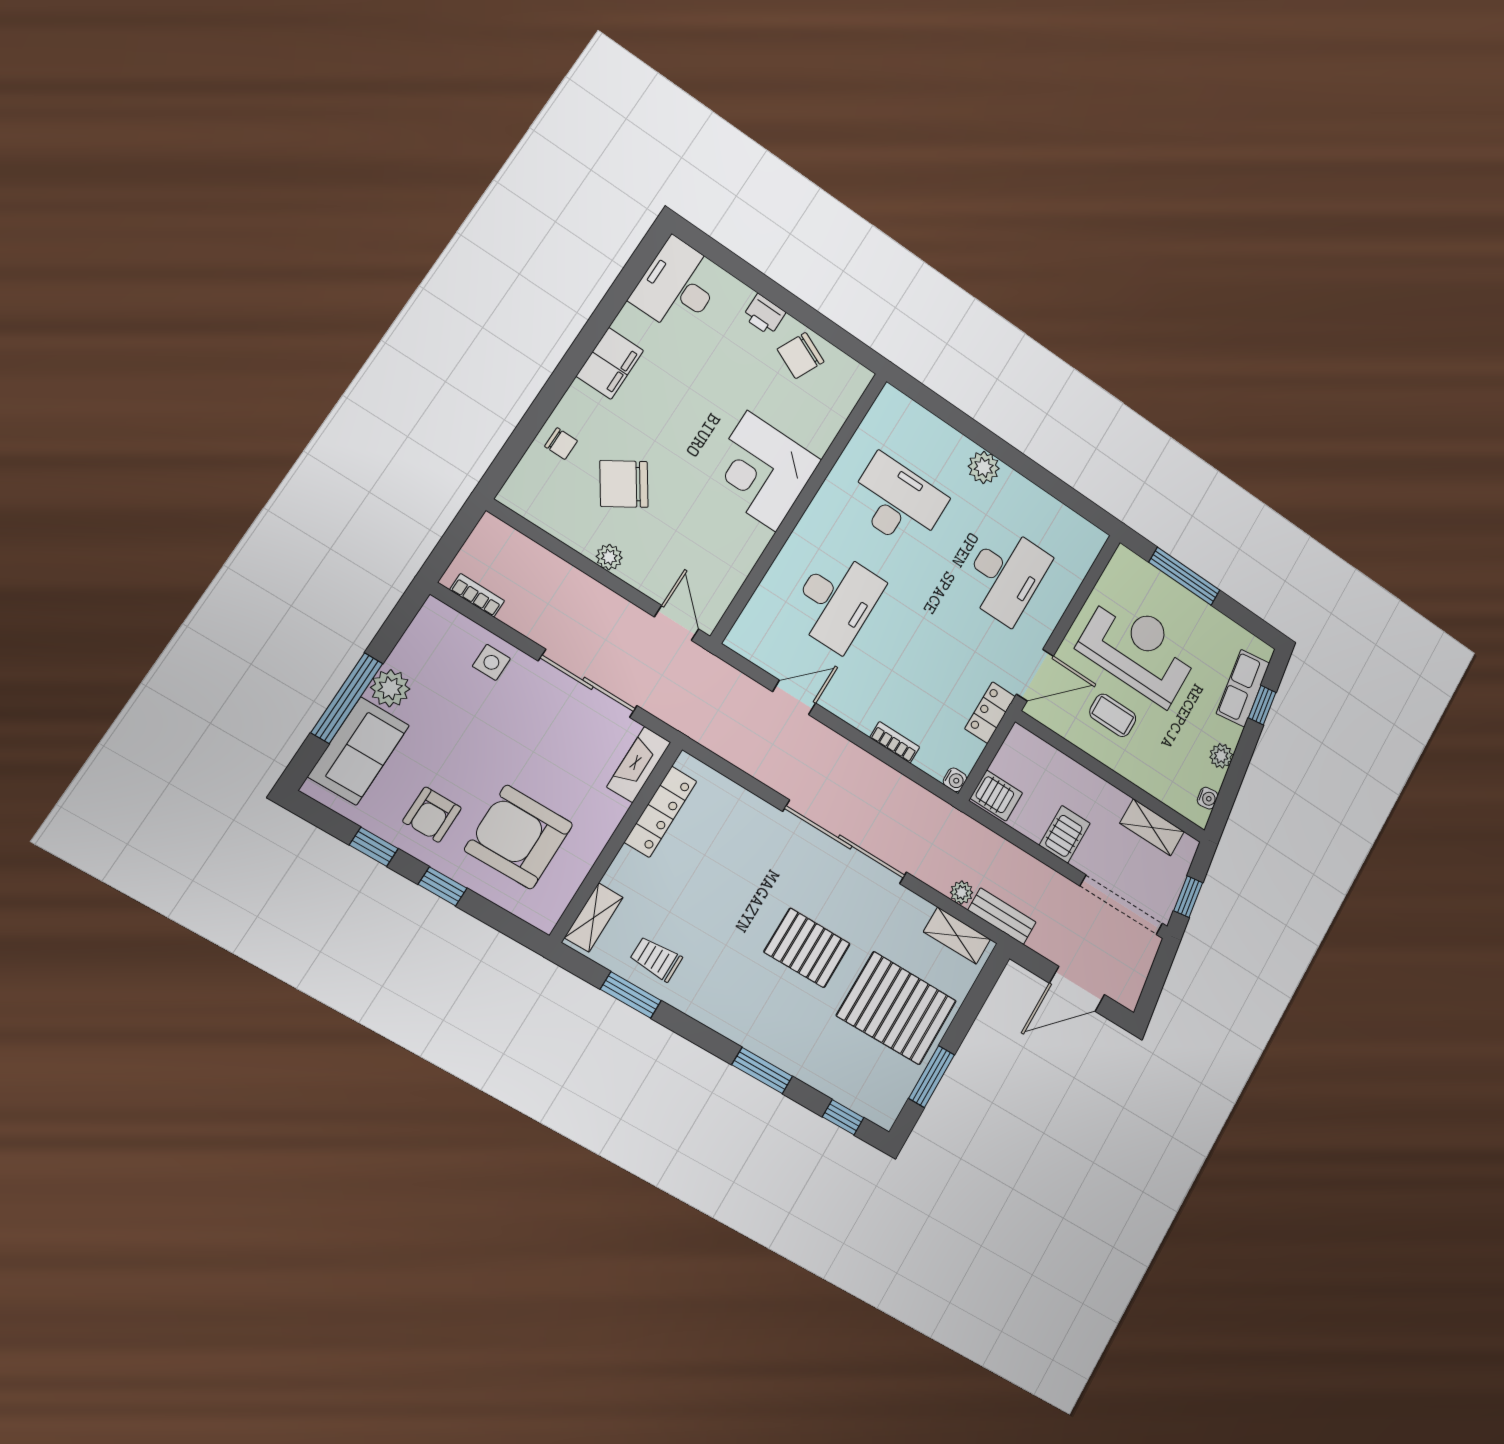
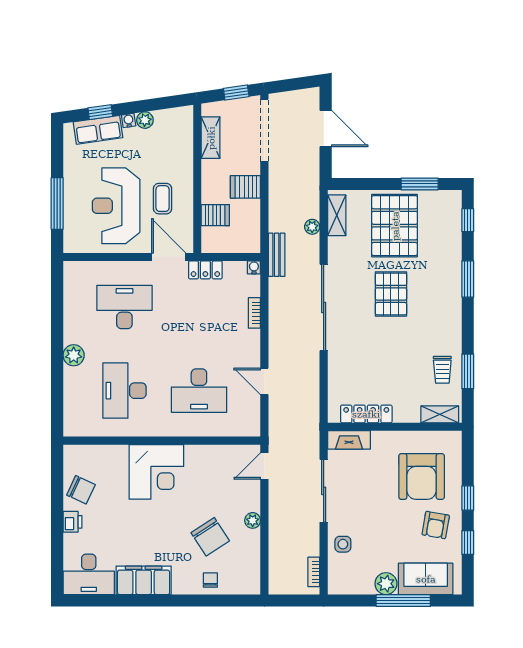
filing cabinet: (610, 363) -> (144, 580), width x1.50, depth x1.17
desk: (836, 601) -> (199, 391), turned 180
server rack: (996, 796) -> (215, 215), moved, turned 90
water cooler: (1208, 798) -> (129, 120), moved
armchair: (432, 815) -> (436, 525), turned 100
bench: (1002, 916) -> (277, 255), moved

